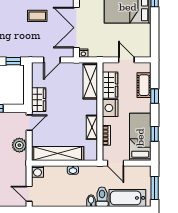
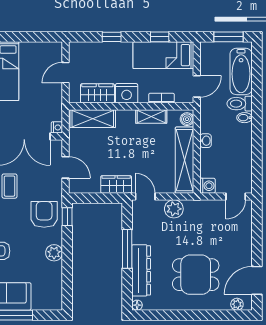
armchair: (15, 43) -> (44, 214), added
cot: (144, 85) -> (98, 50), removed
boiler: (90, 155) -> (187, 119), added

